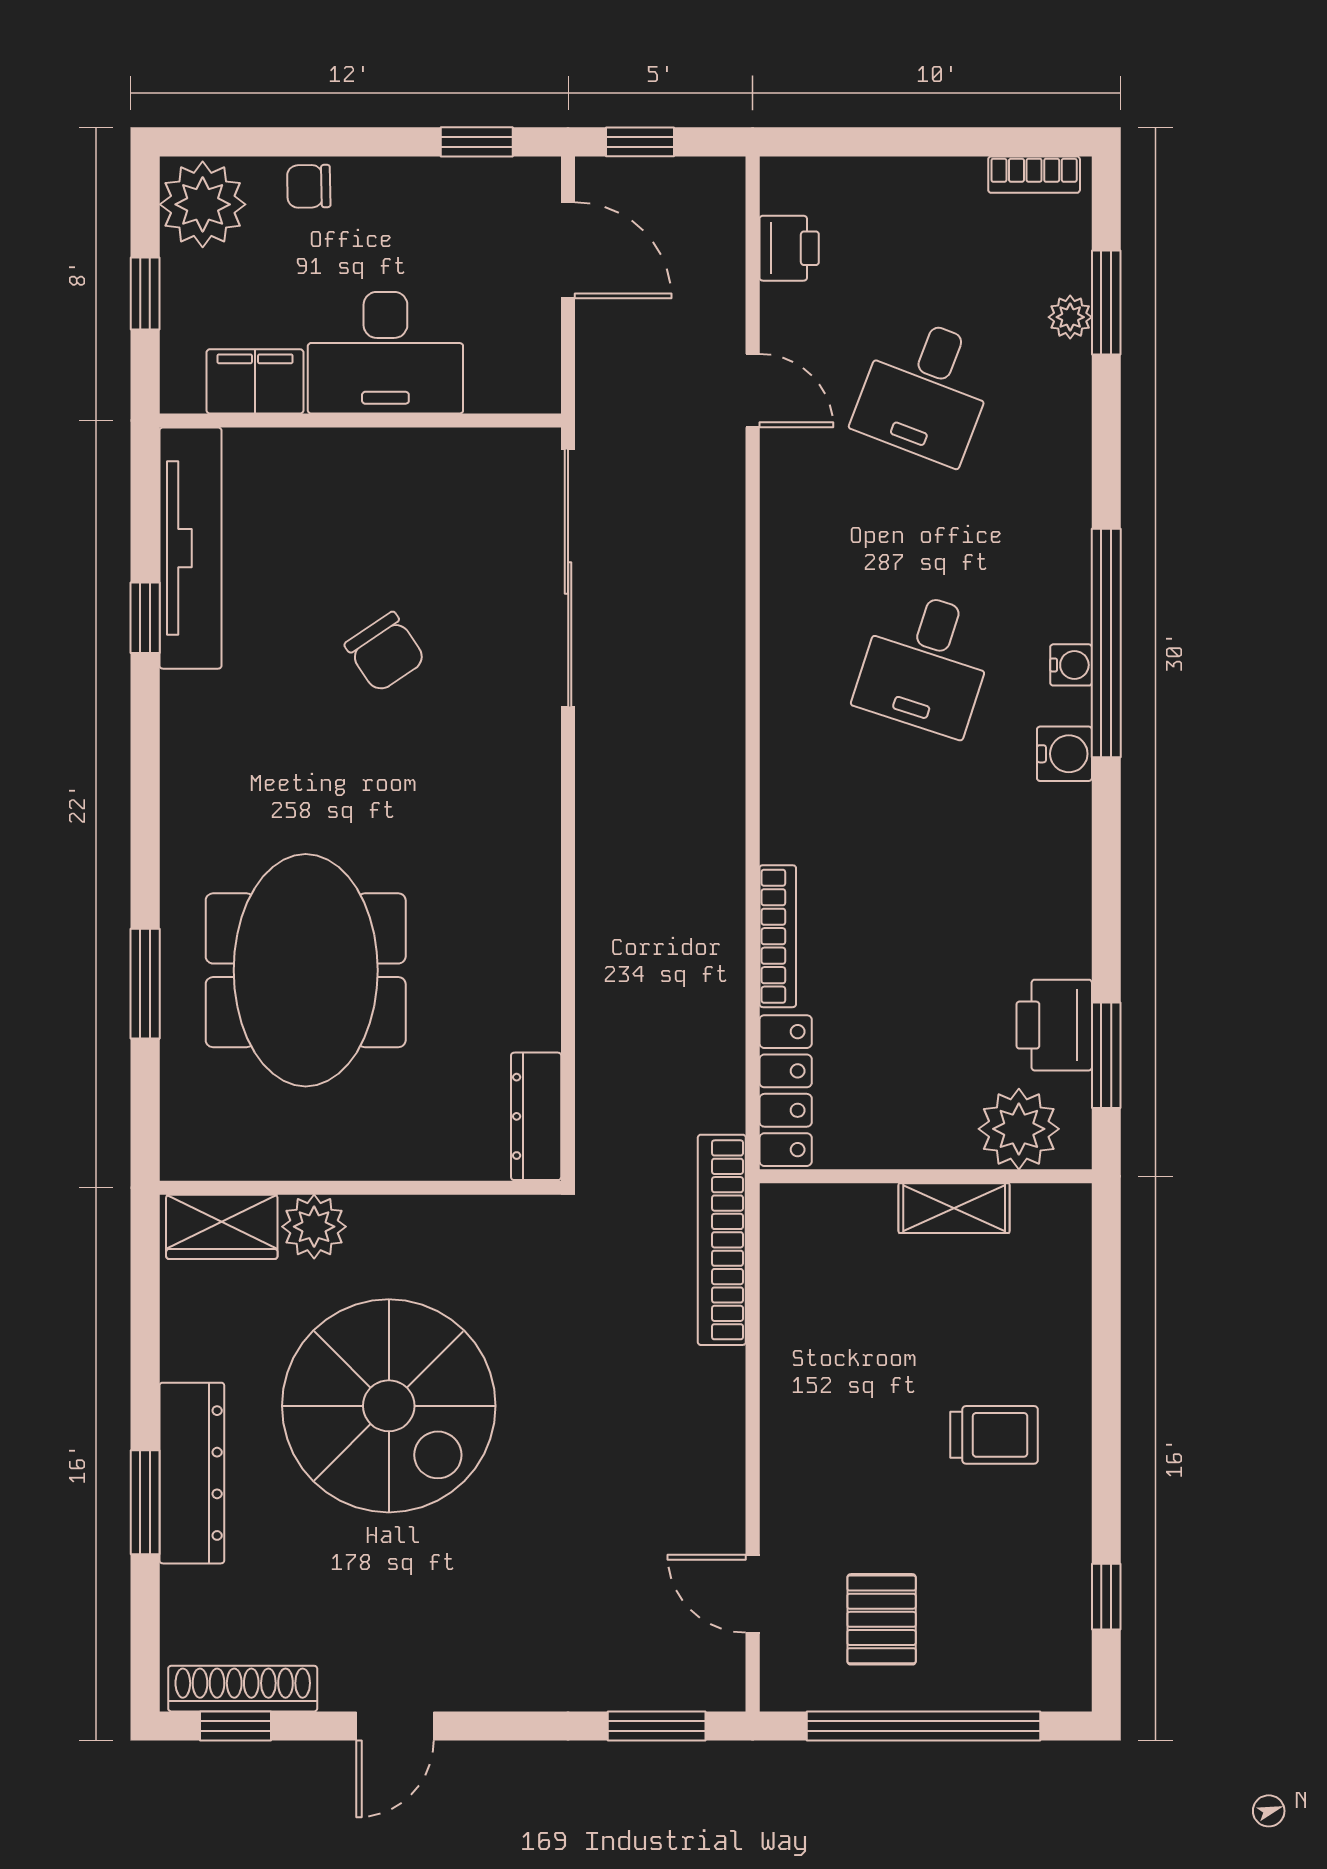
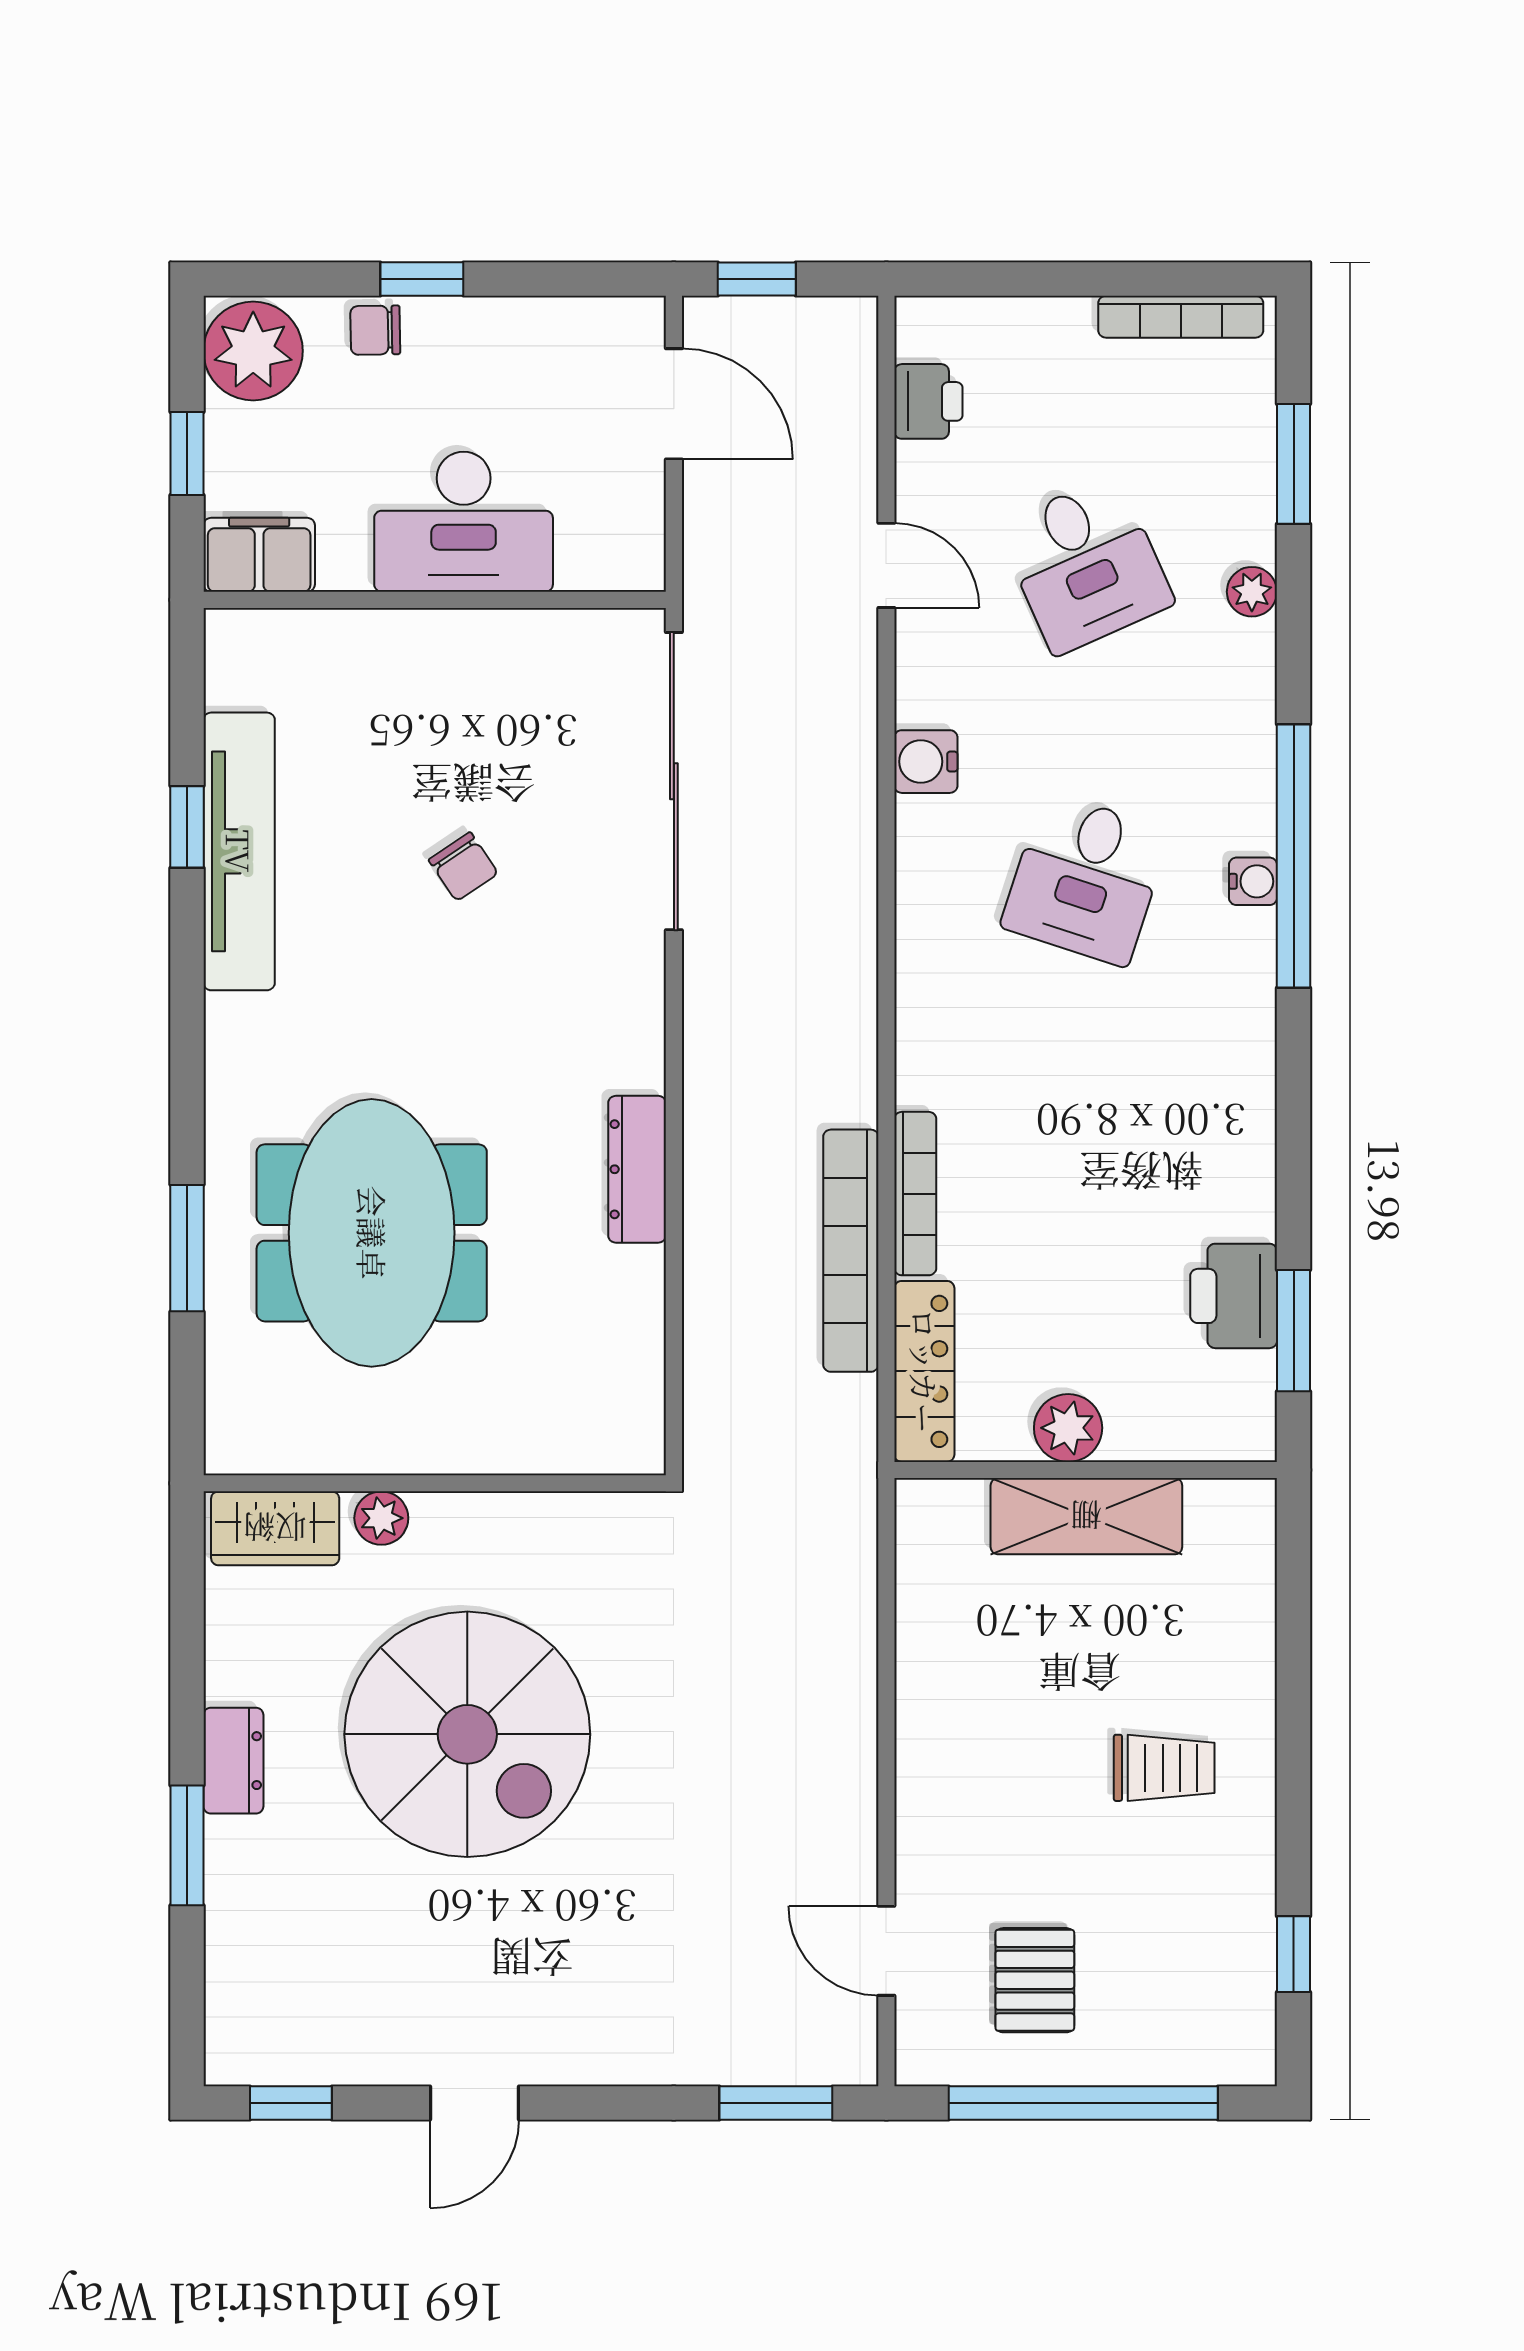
window: (477, 142) -> (422, 279), moved
bookcase: (1034, 175) -> (1181, 317), width x1.56
plant: (1070, 317) -> (1252, 592), moved
filing cabinet: (255, 381) -> (259, 555), moved
desk: (926, 390) -> (1086, 565), turned -45
tv unit: (190, 548) -> (239, 851), moved
chair: (385, 652) -> (463, 867), width x0.73, depth x0.73
water cooler: (1064, 754) -> (926, 762), moved, turned 180
dresser: (536, 1116) -> (637, 1169), moved
plant: (1019, 1129) -> (1068, 1428), moved, width x0.73, depth x0.73
shelving: (954, 1208) -> (1086, 1516), width x1.50, depth x1.33
plant: (314, 1227) -> (381, 1518), width x0.73, depth x0.73
bookcase: (722, 1240) -> (851, 1251), moved
dresser: (192, 1473) -> (233, 1761), width x0.51, depth x0.80
shoe rack: (243, 1689) -> (299, 2060), removed

